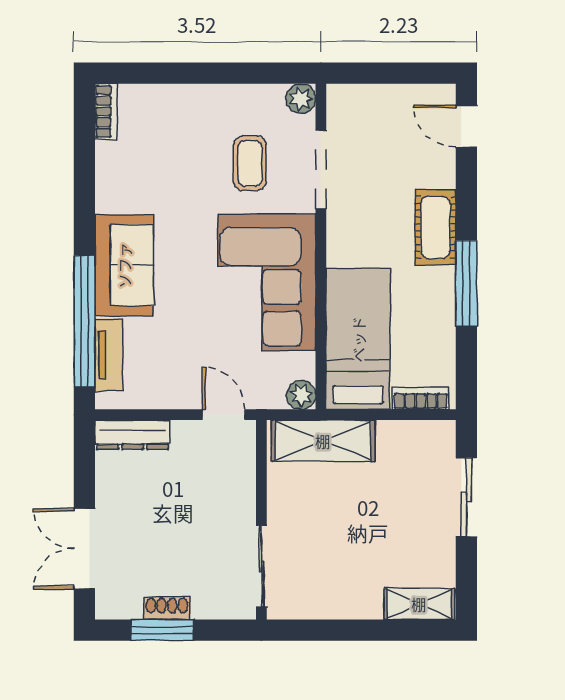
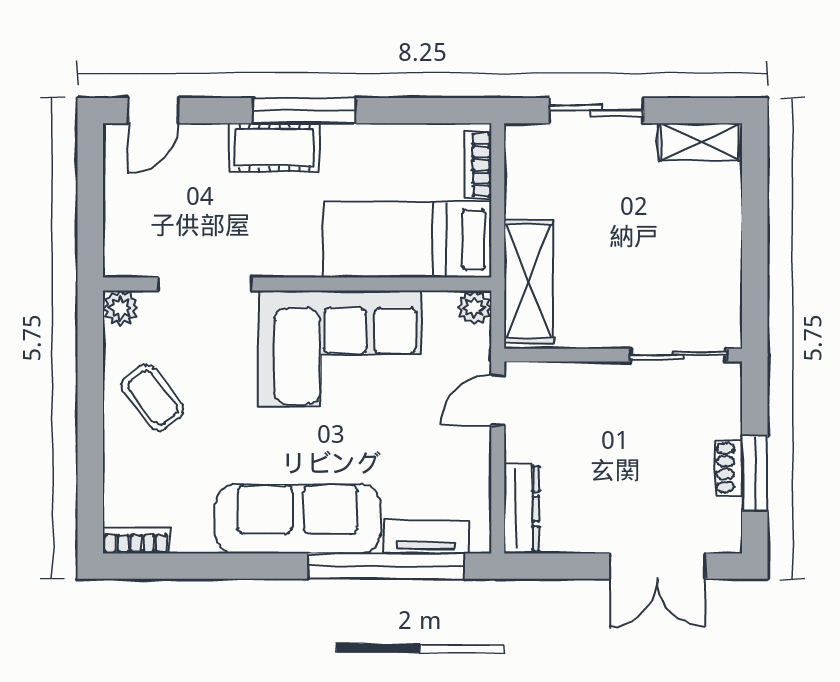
coffee table: (250, 163) -> (153, 398), moved, turned 52
sofa: (124, 265) -> (298, 519), width x1.36
window: (466, 283) -> (305, 111), moved
shelving: (419, 604) -> (700, 142), moved, turned 90

